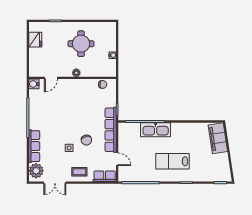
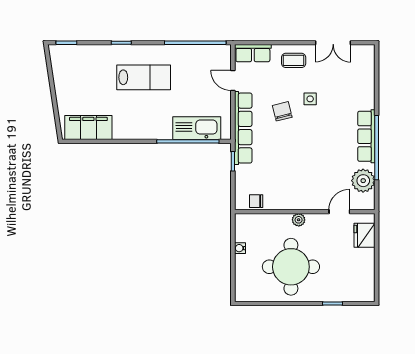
fridge: (35, 40) -> (365, 235), moved
round table: (81, 44) -> (291, 267), width x1.36, depth x1.36
water cooler: (34, 84) -> (367, 202), removed
kitchen sink: (156, 130) -> (197, 128), moved
filing cabinet: (218, 138) -> (88, 128), moved, turned -81
row of seats: (34, 146) -> (366, 136), moved
plant: (36, 171) -> (363, 181), moved
double door: (55, 183) -> (333, 43), swing flipped

